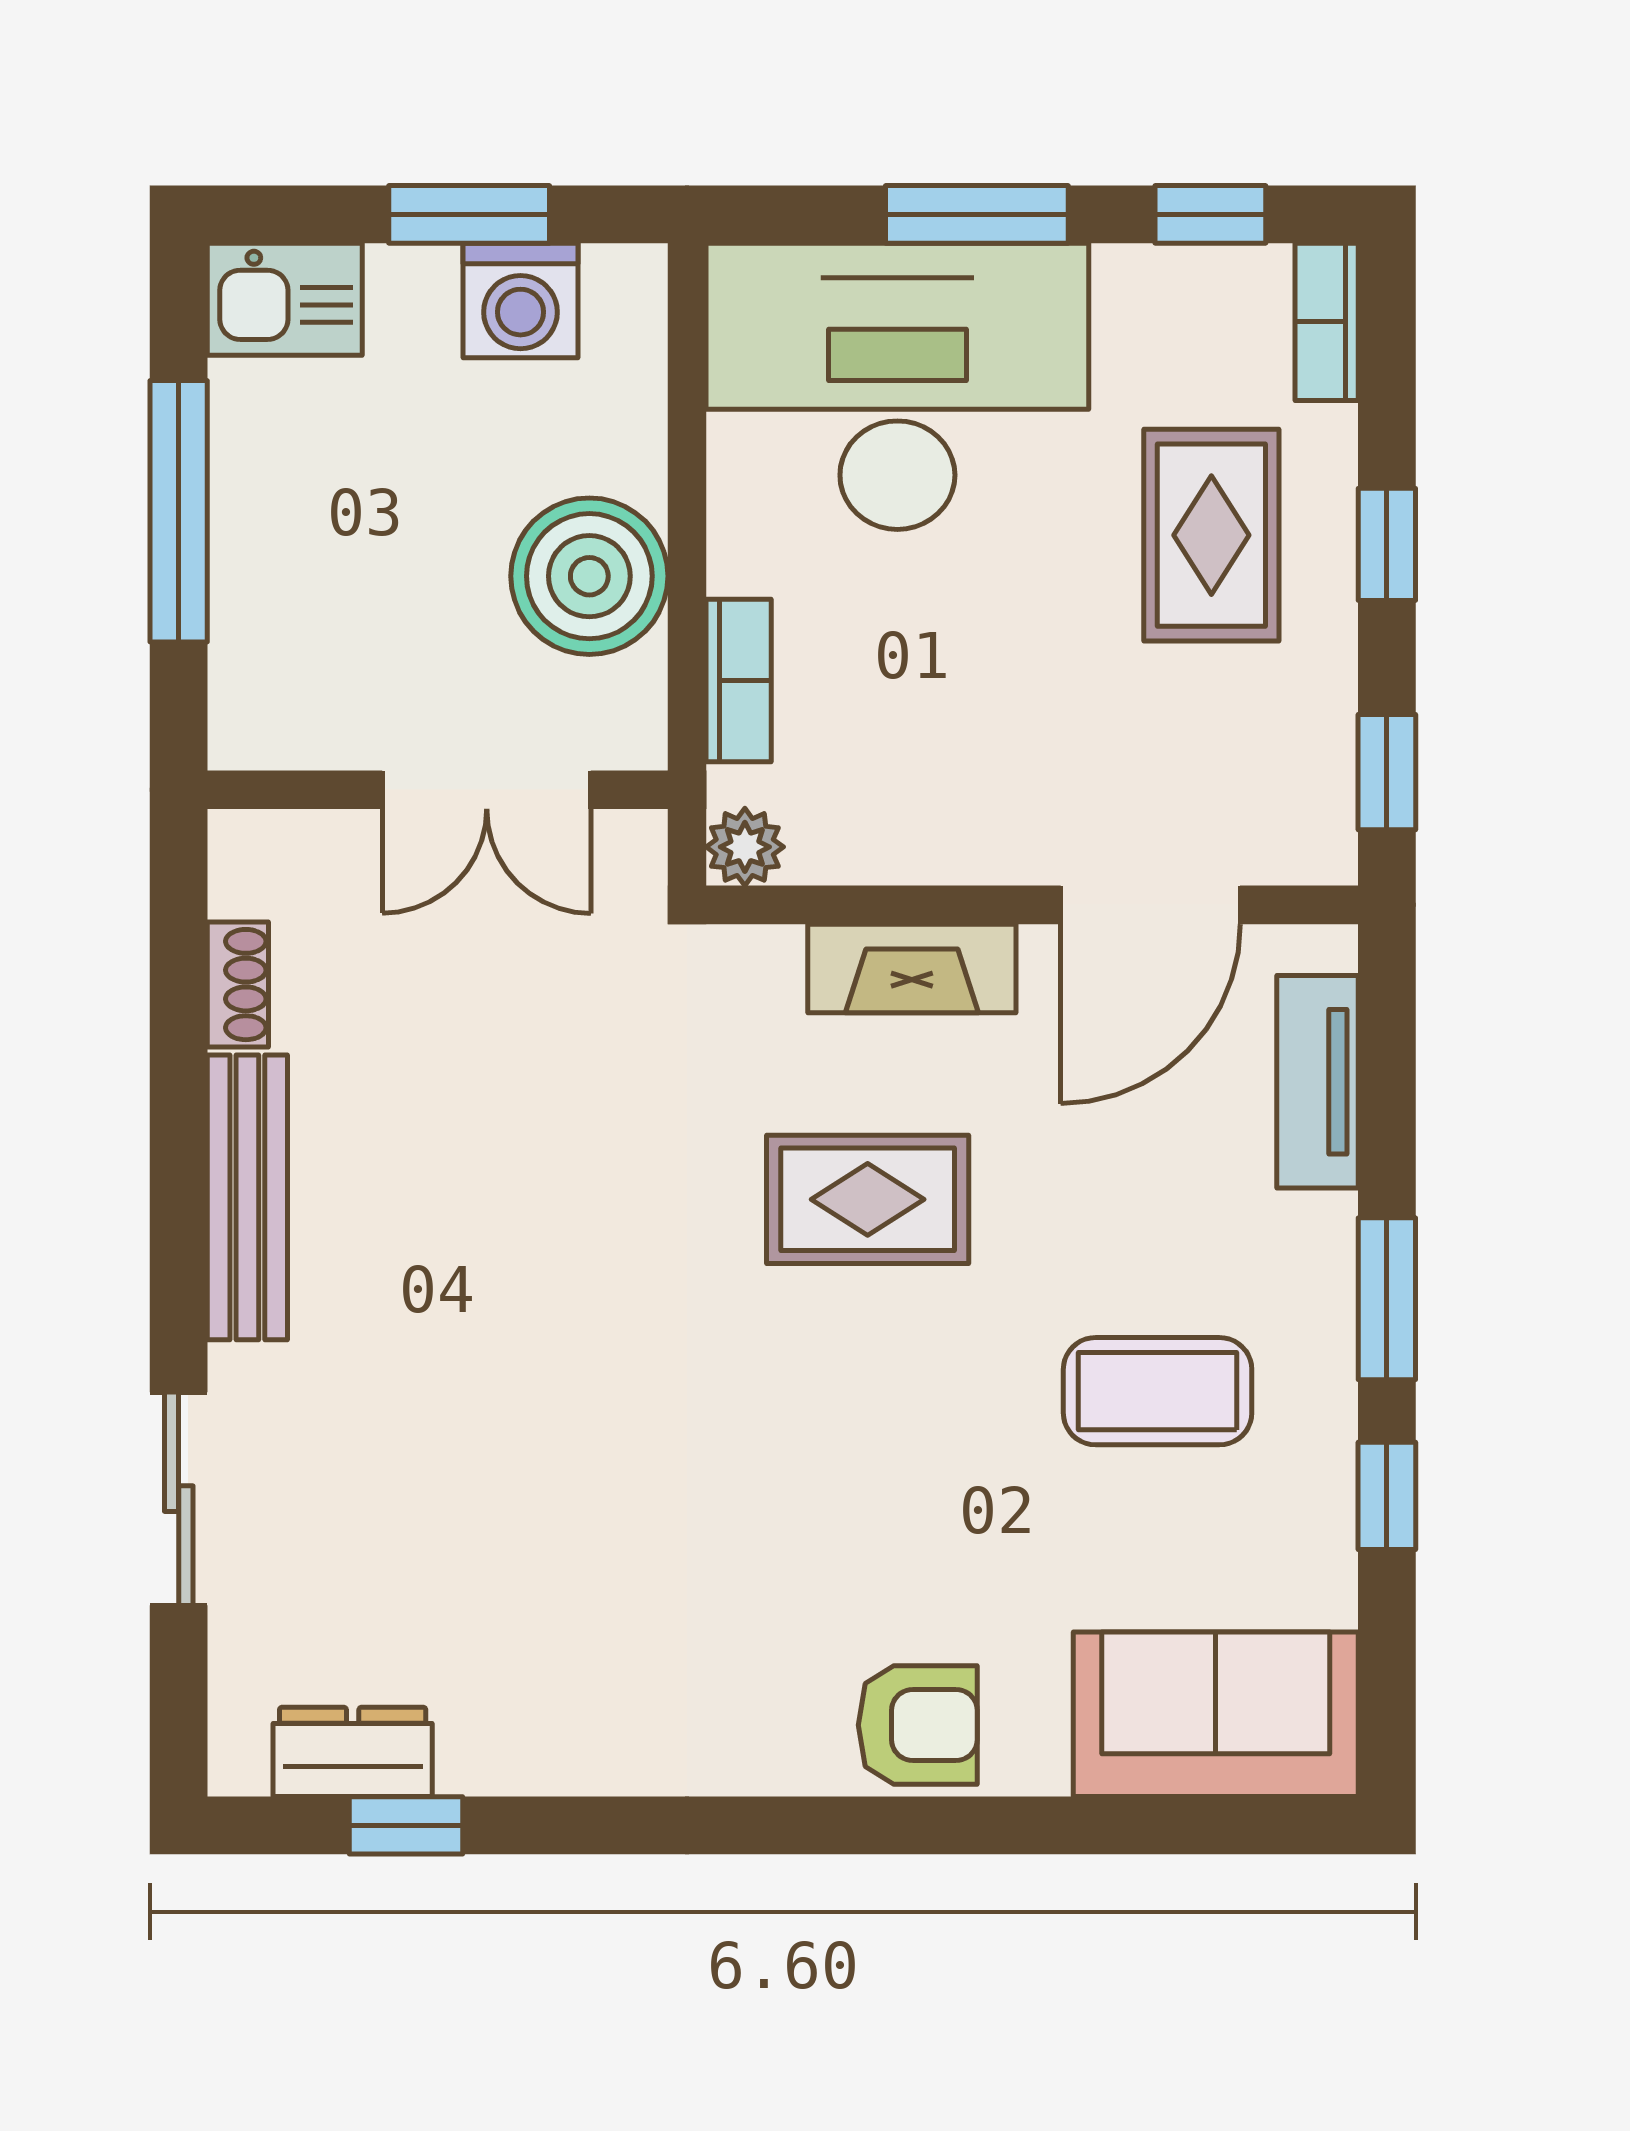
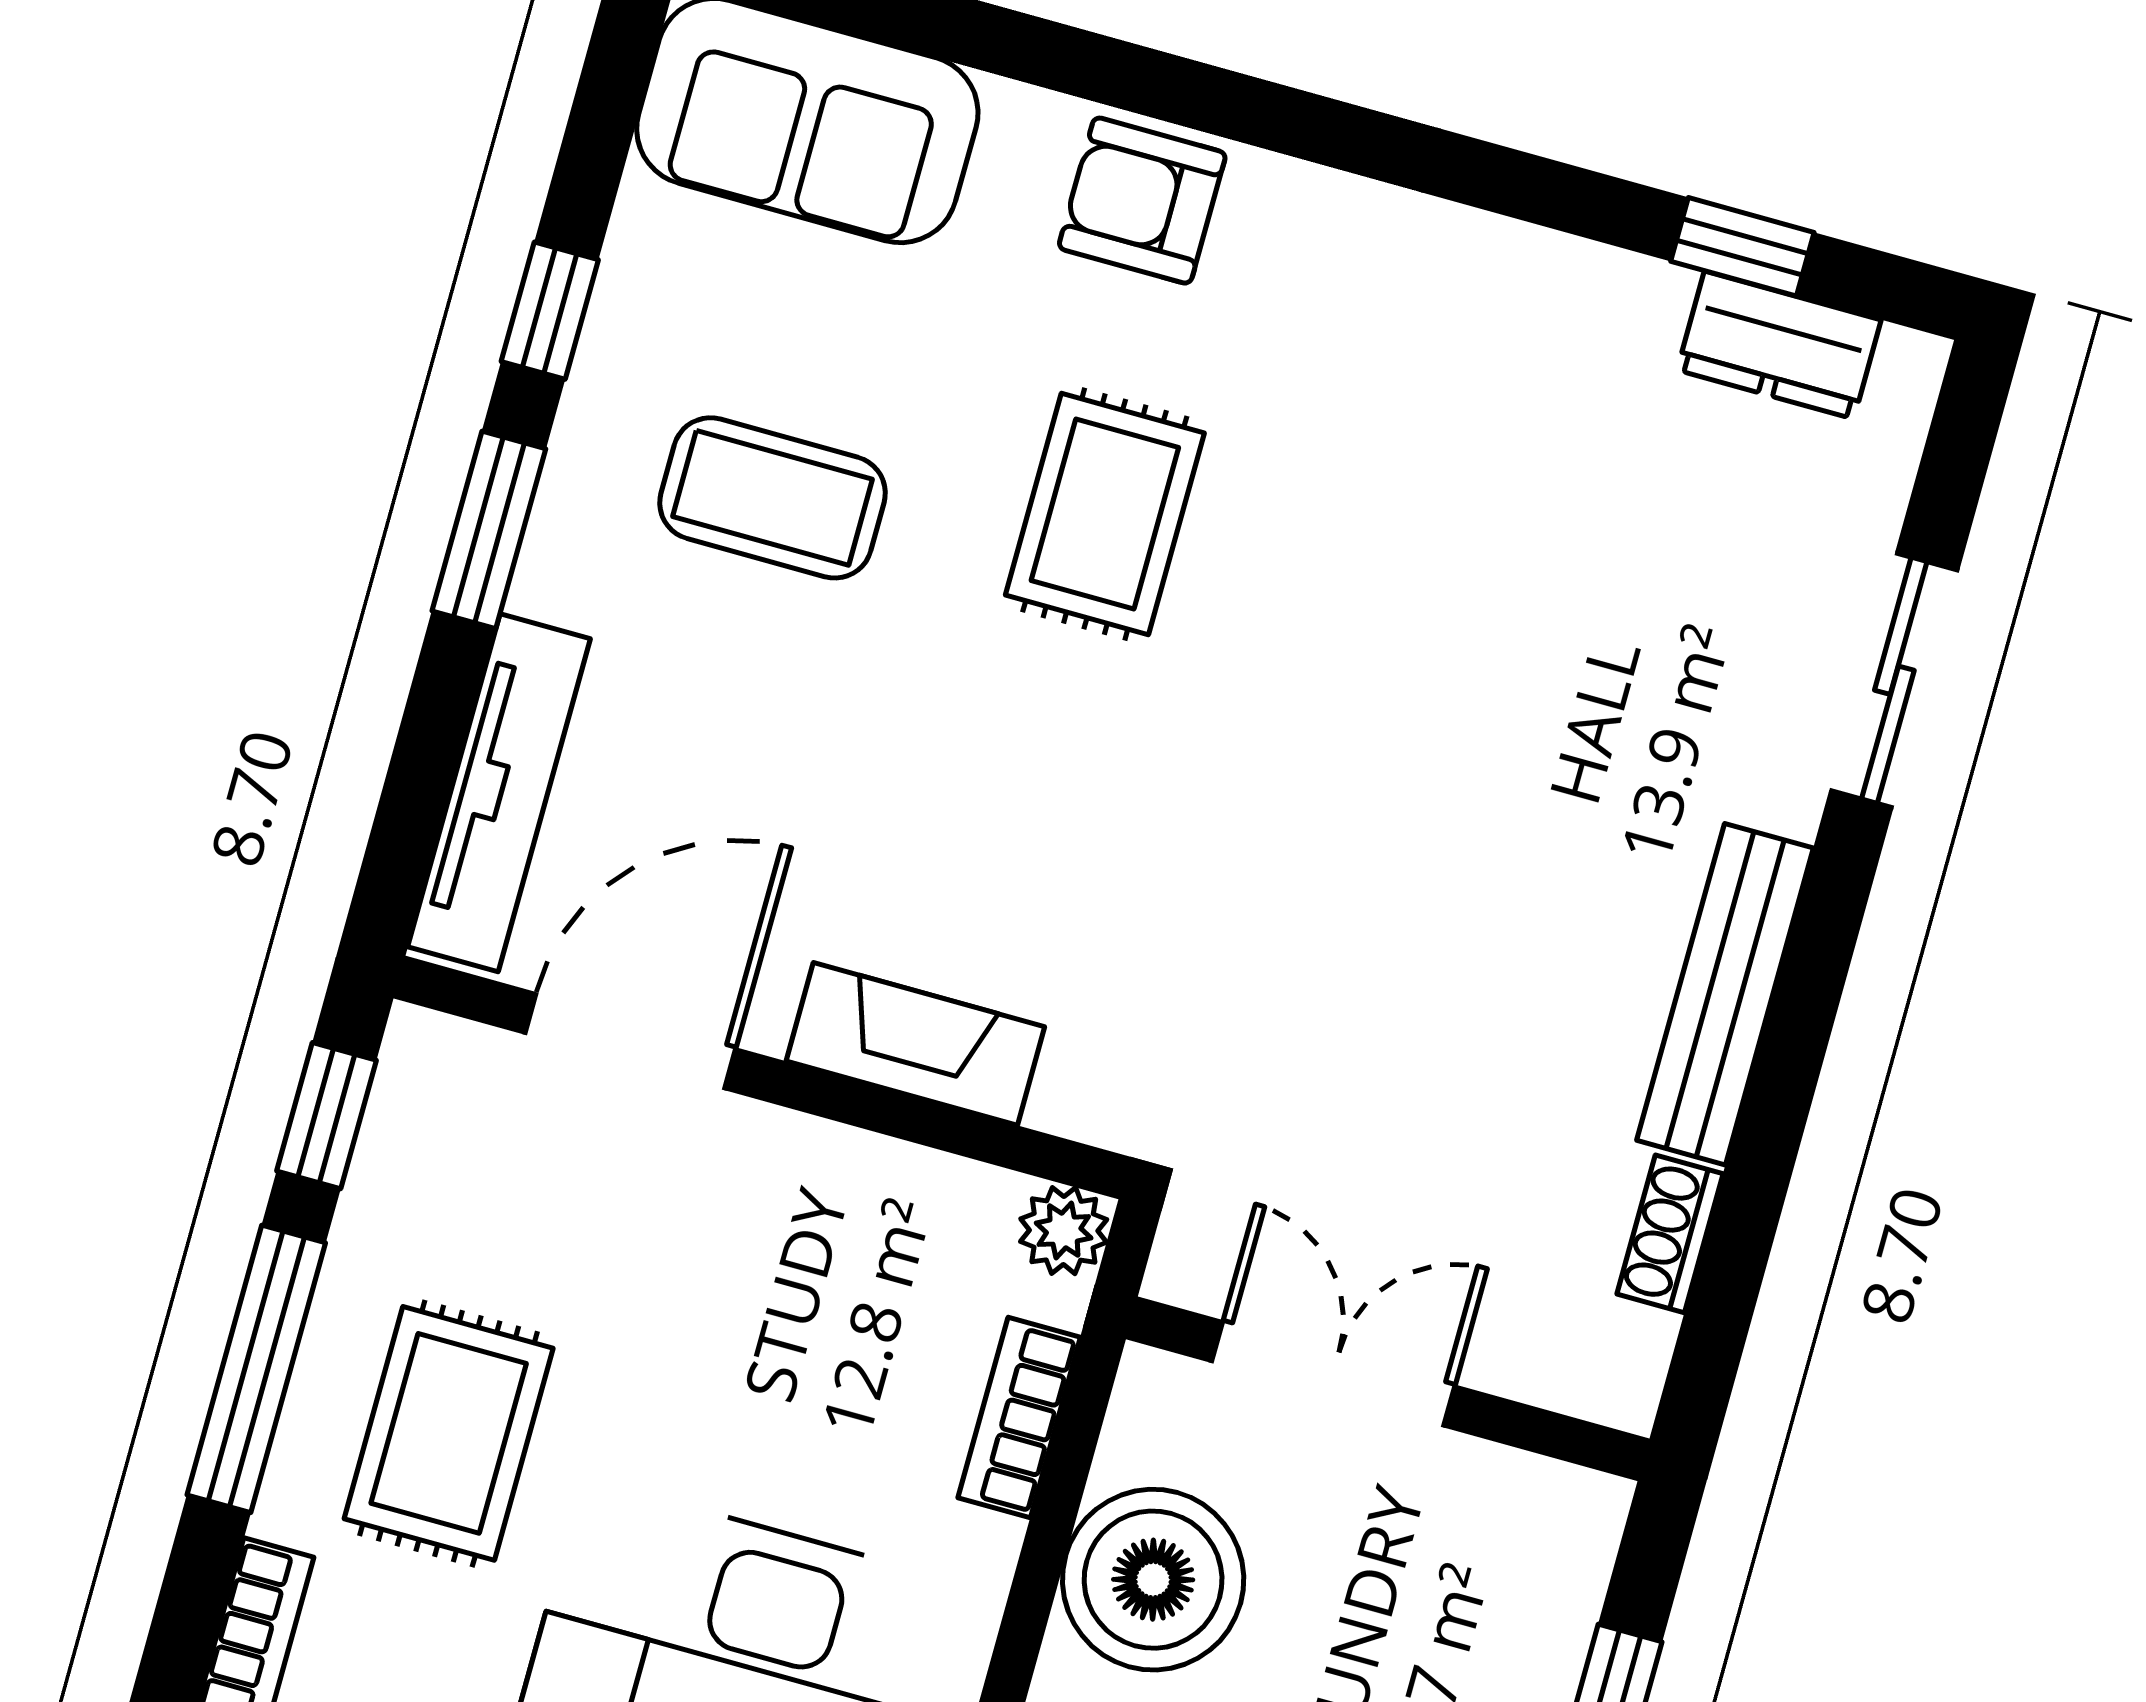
window: (1387, 544) -> (256, 1369), width x2.17
tv unit: (1318, 1082) -> (499, 793), width x1.41
rug: (868, 1199) -> (1105, 514), moved, turned 90

